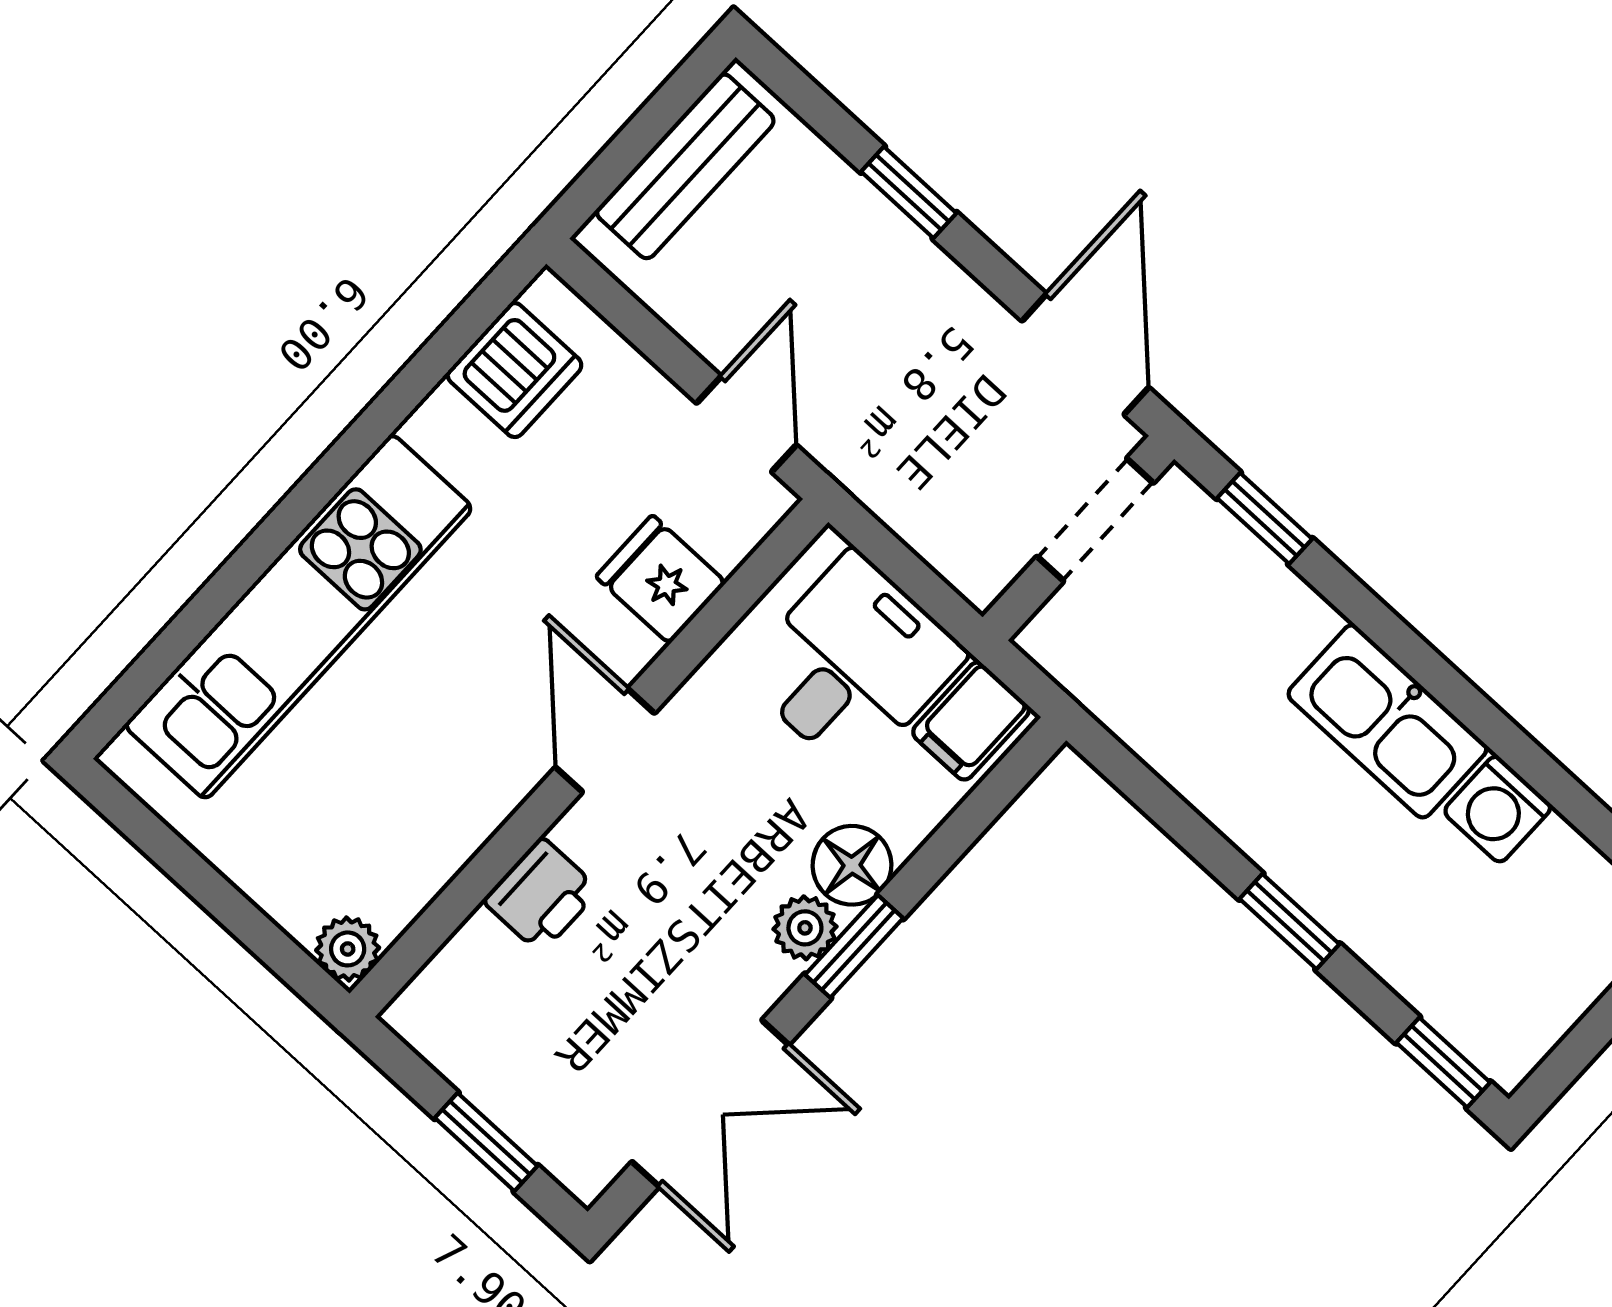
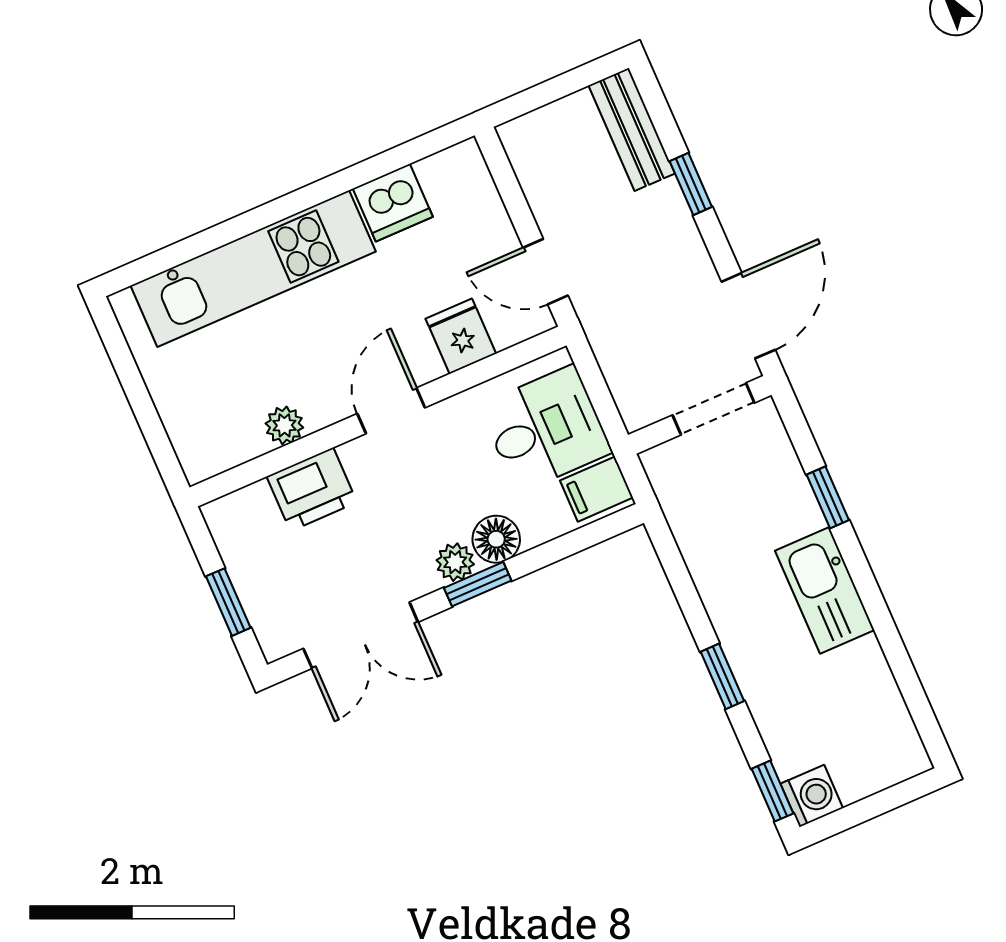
bench: (685, 166) -> (632, 129), moved, turned 90
dishwasher: (514, 370) -> (393, 203), moved
door: (746, 424) -> (546, 272), swing flipped
window: (1265, 518) -> (828, 497), moved
washing machine: (1498, 809) -> (812, 796), moved, turned 180
printer: (541, 895) -> (312, 489), width x1.36, depth x1.24
plant: (348, 949) -> (284, 425), moved

